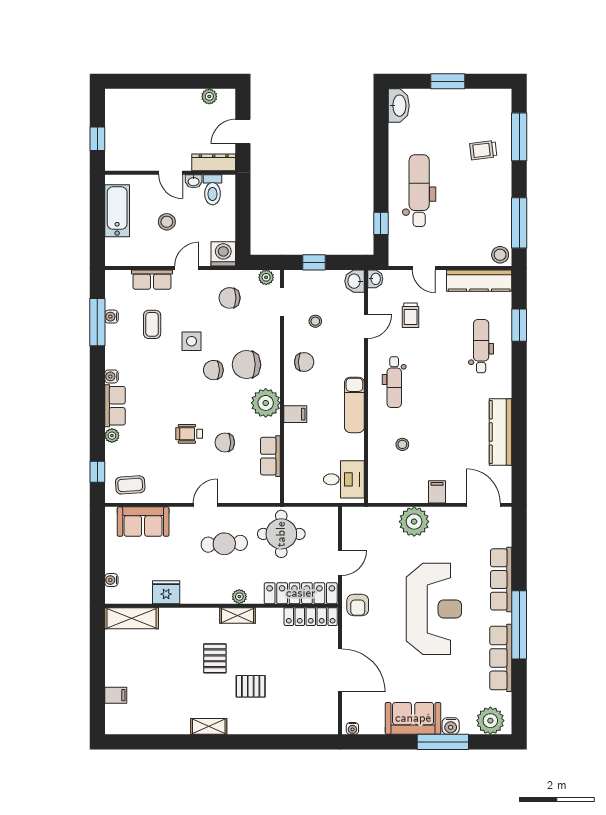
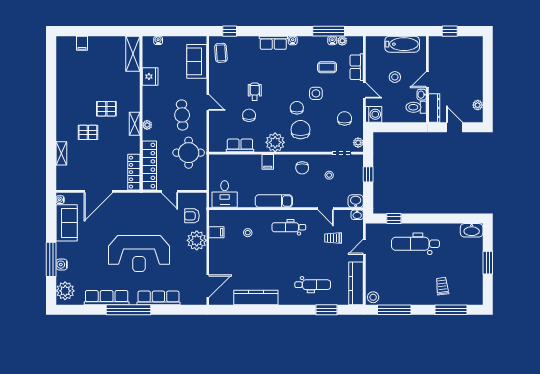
dental chair: (419, 191) -> (415, 244), turned 180
plant: (112, 436) -> (342, 41), moved
filing cabinet: (437, 492) -> (216, 232), moved
armchair: (358, 605) -> (192, 216), moved
pallet: (251, 686) -> (88, 132), turned 90
sofa: (413, 718) -> (67, 223), moved
shelving: (209, 726) -> (61, 153), moved

